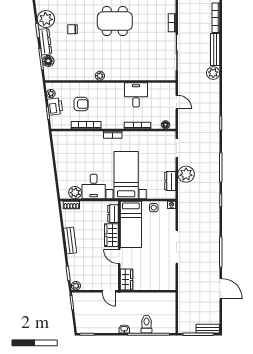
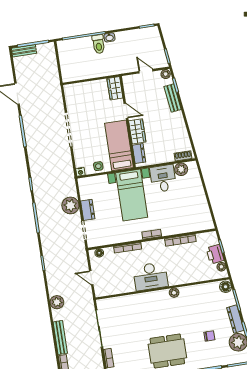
floor lamp: (48, 61) -> (226, 287), moved
plant: (213, 73) -> (57, 302), moved
desk: (136, 95) -> (150, 276), moved, width x1.37
armchair: (81, 104) -> (189, 261), removed
dresser: (170, 181) -> (88, 210), moved
bench: (70, 240) -> (173, 98), moved
door: (109, 291) -> (146, 71), moved
toilet: (146, 324) -> (99, 44), moved

